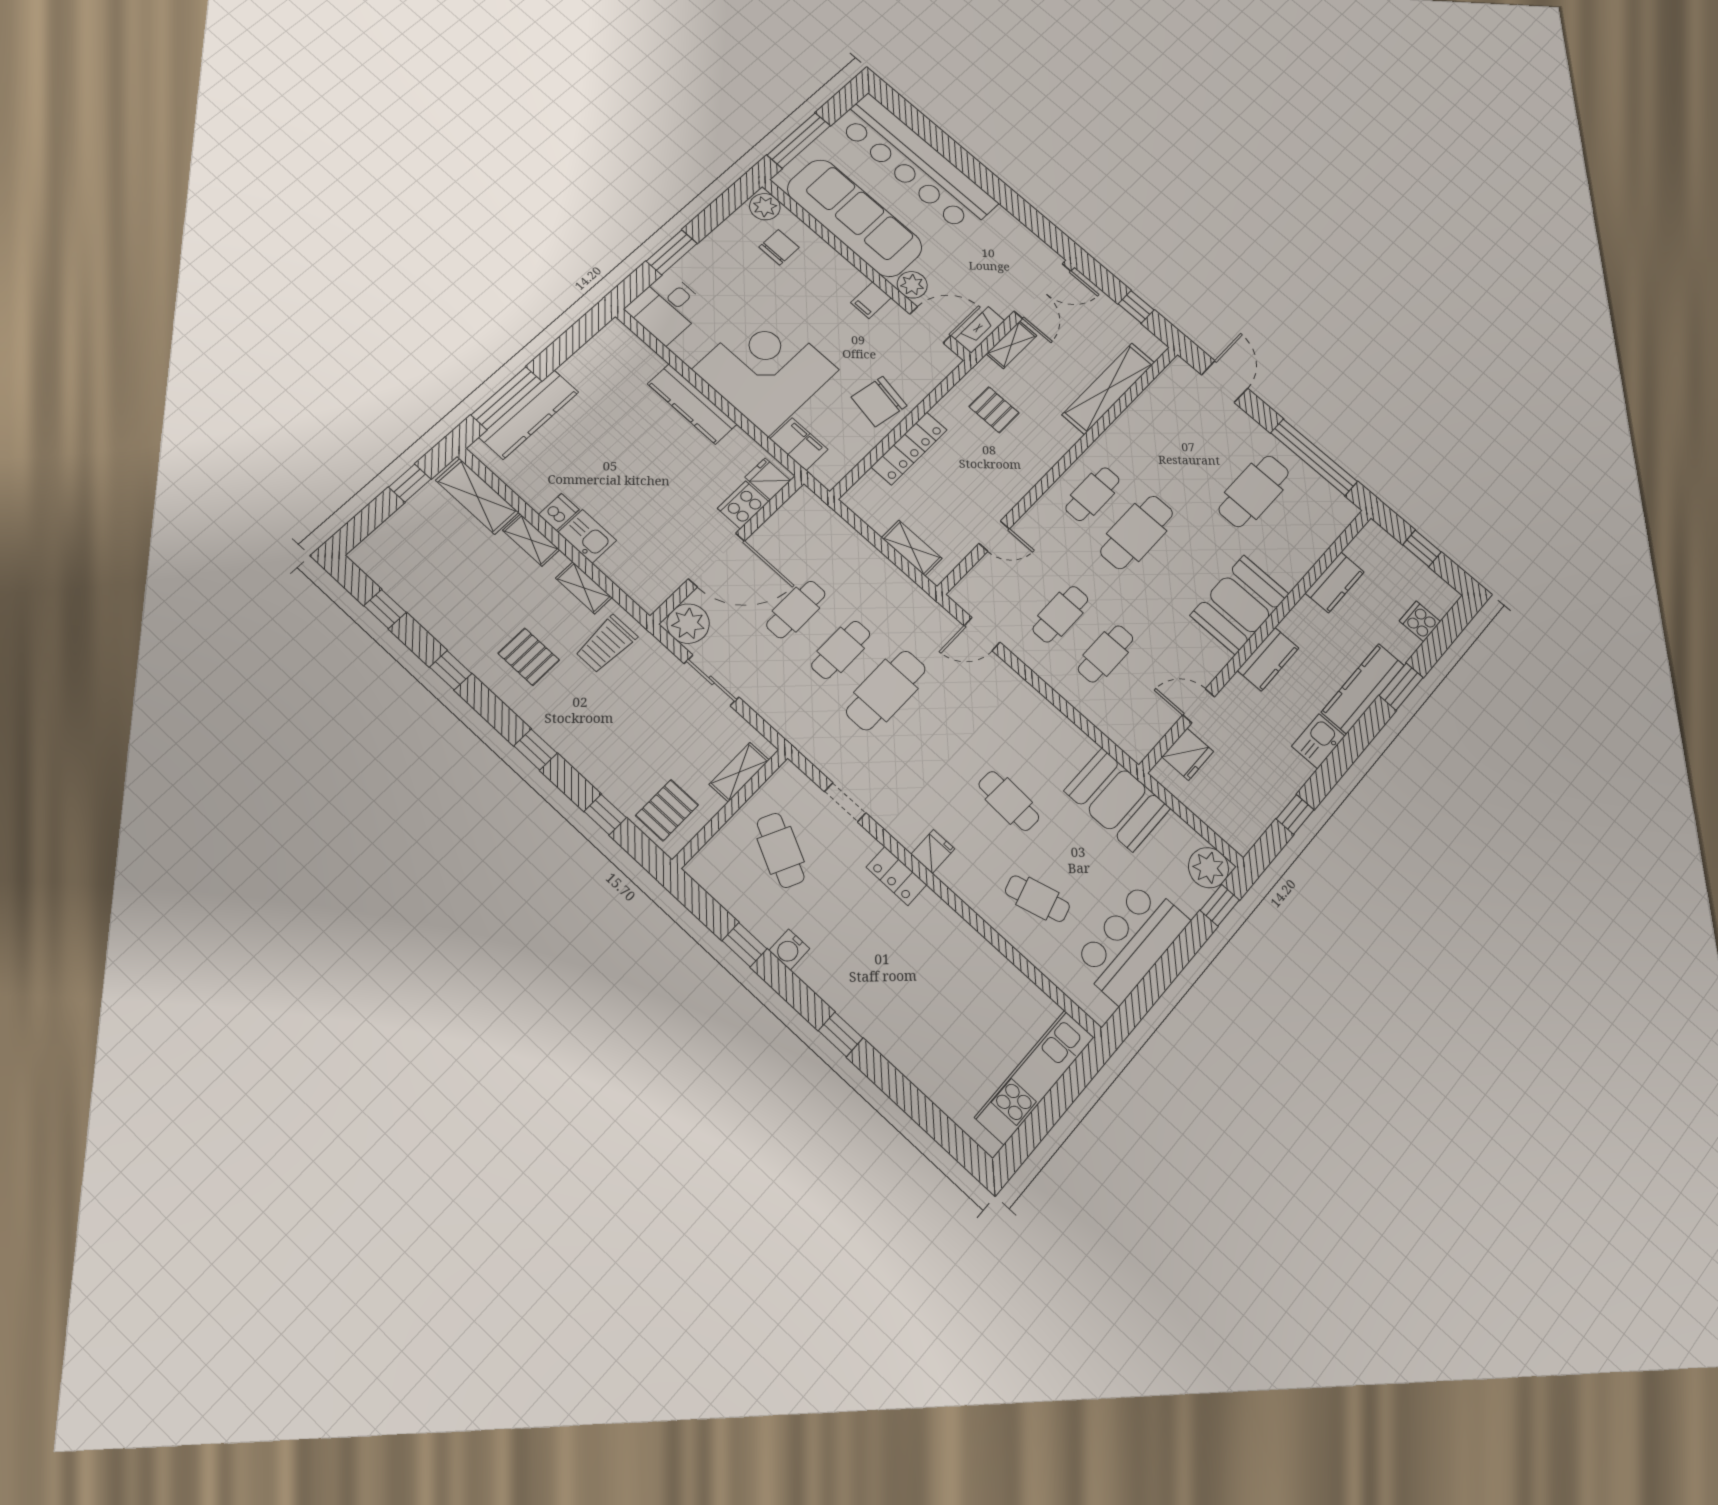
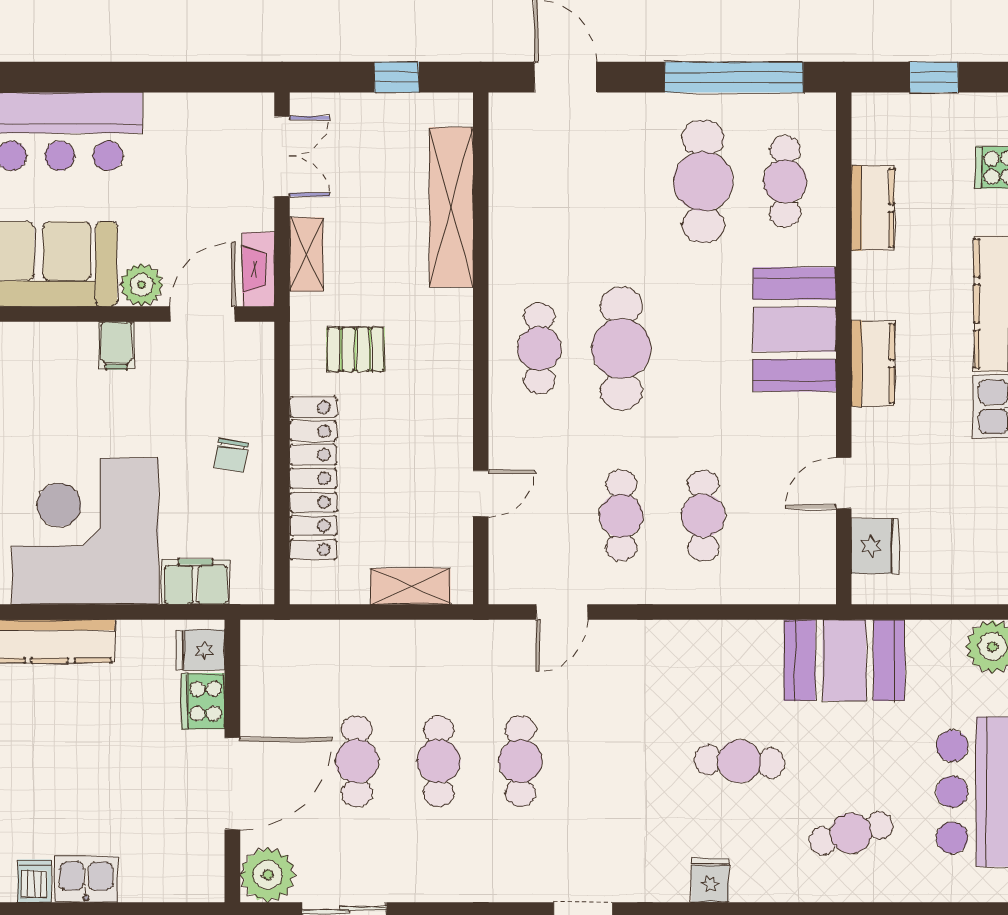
double door: (1043, 291) -> (282, 156), width x0.73
chair: (879, 401) -> (231, 455), width x0.54, depth x0.54
locker: (909, 448) -> (313, 478), width x1.41, depth x1.21
cafe table: (1298, 529) -> (785, 181), added
cafe table: (886, 690) -> (520, 761), width x0.73, depth x0.74

